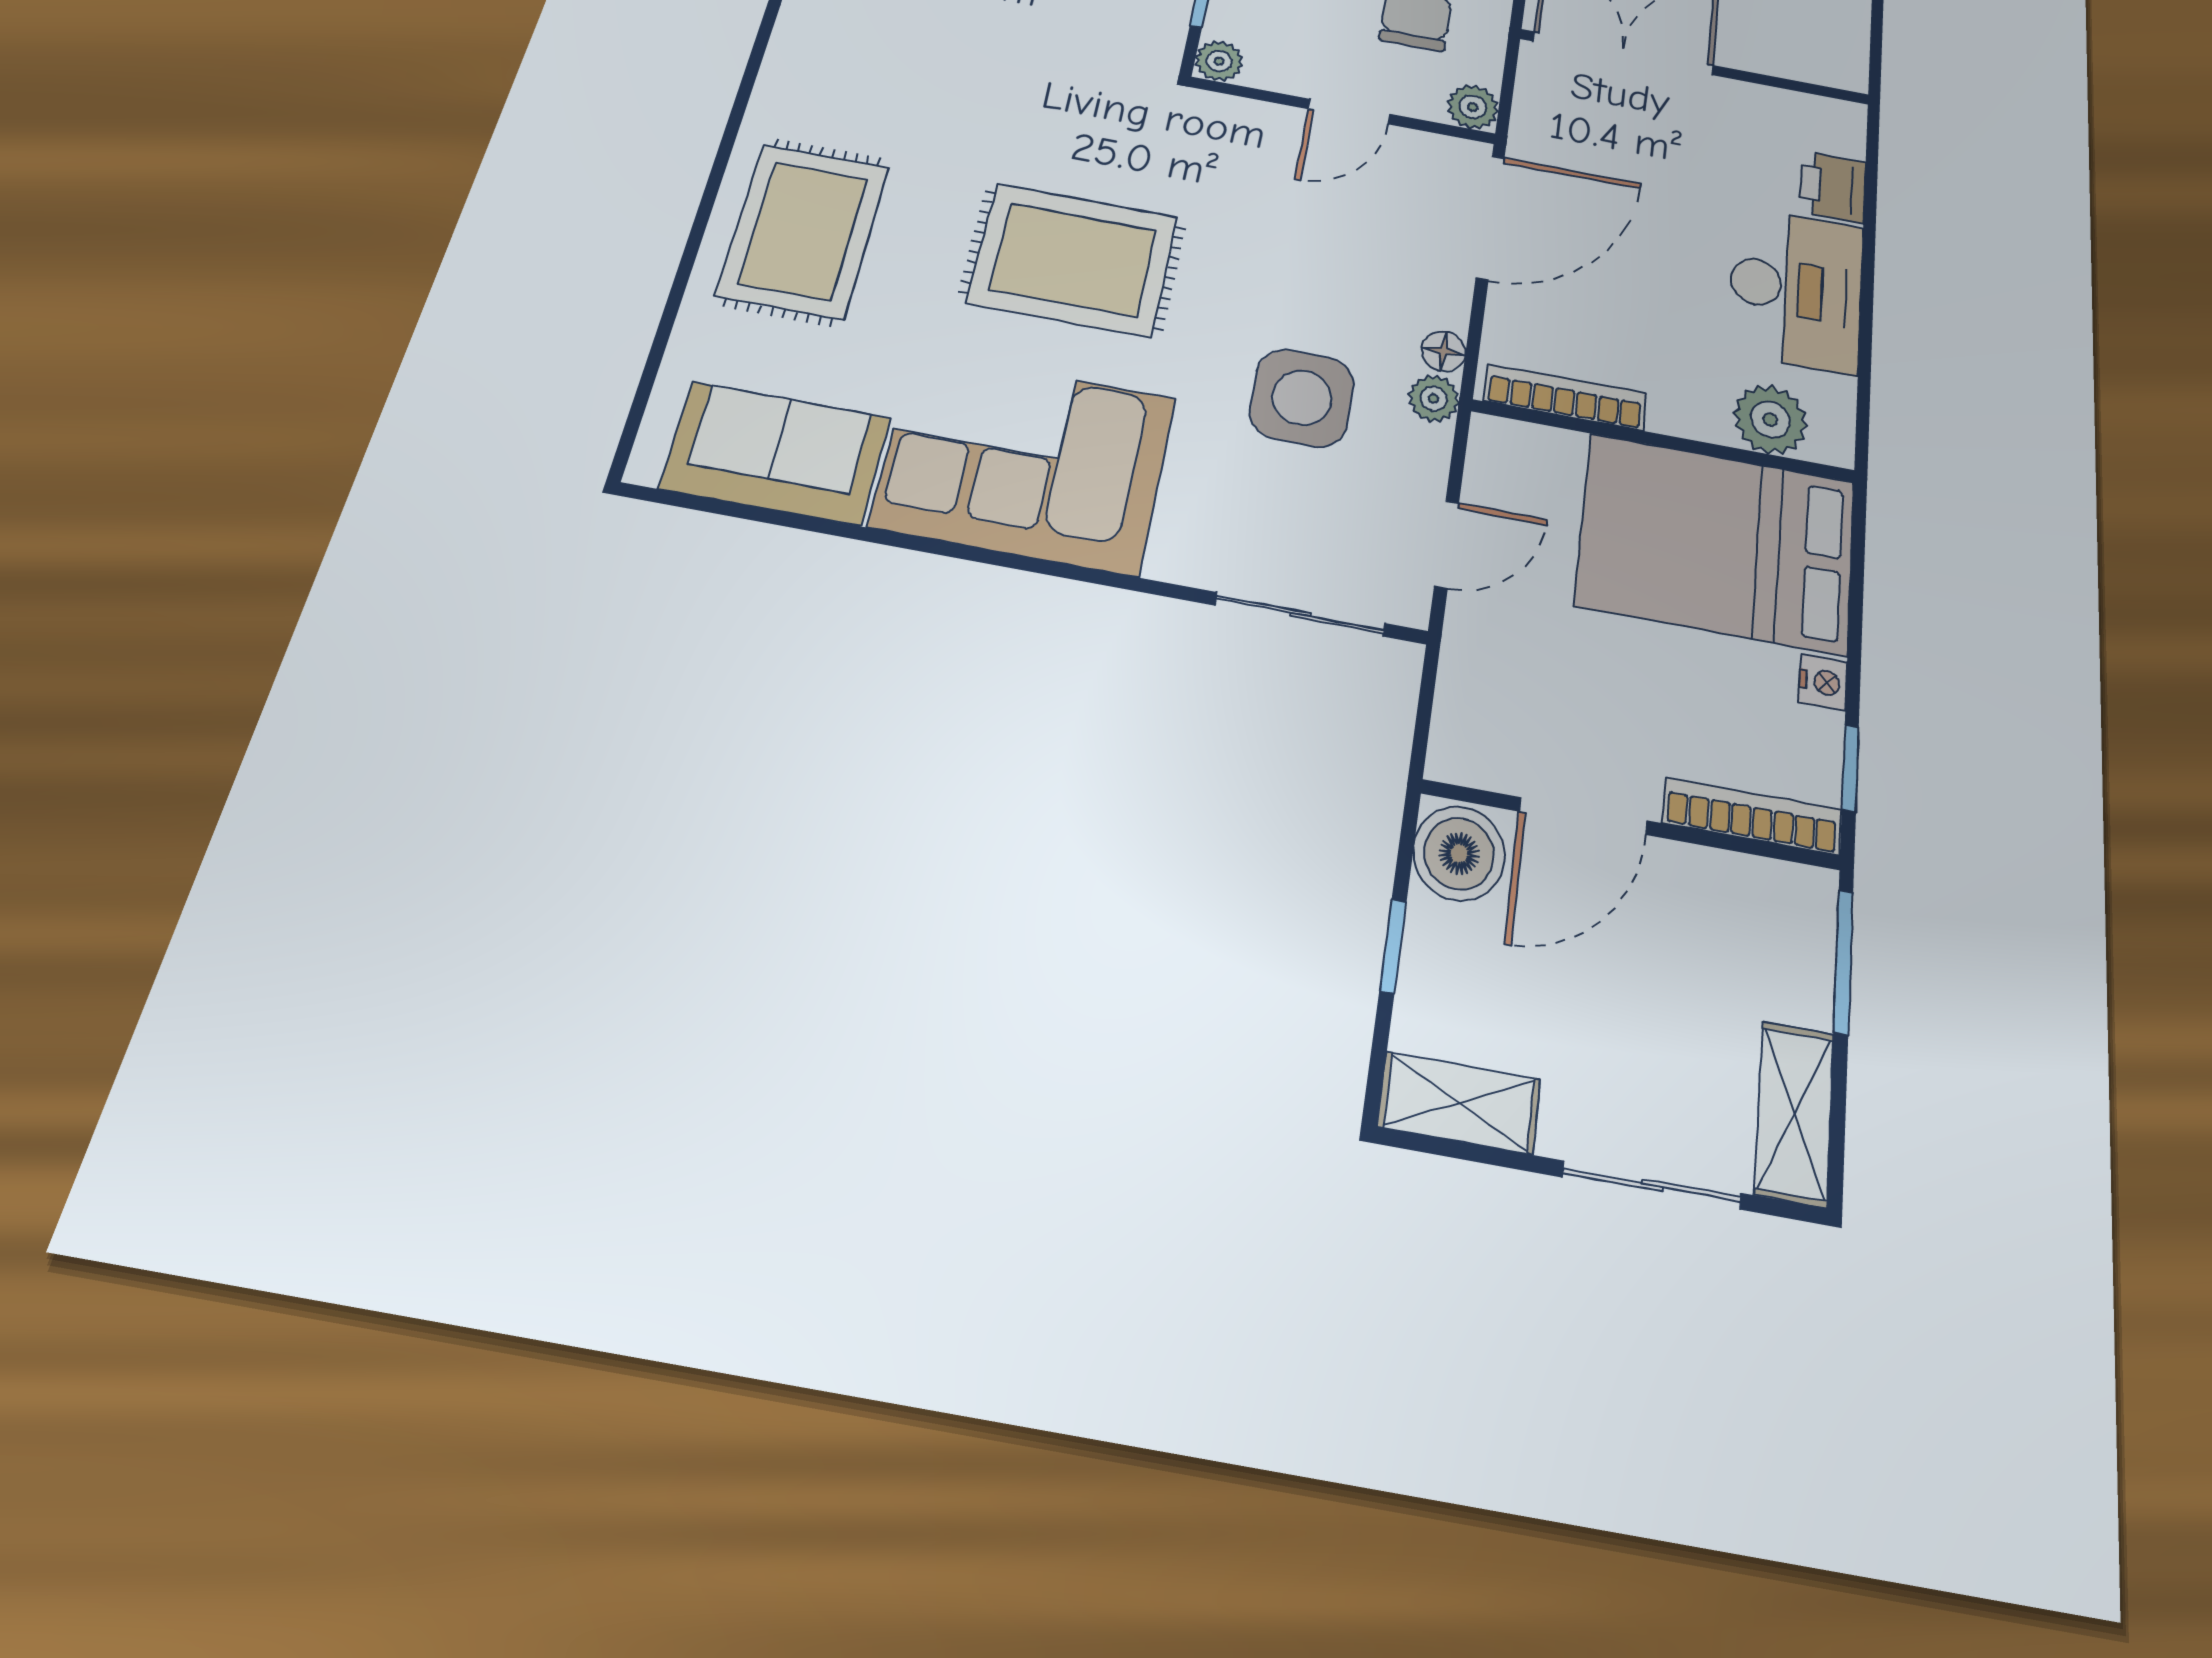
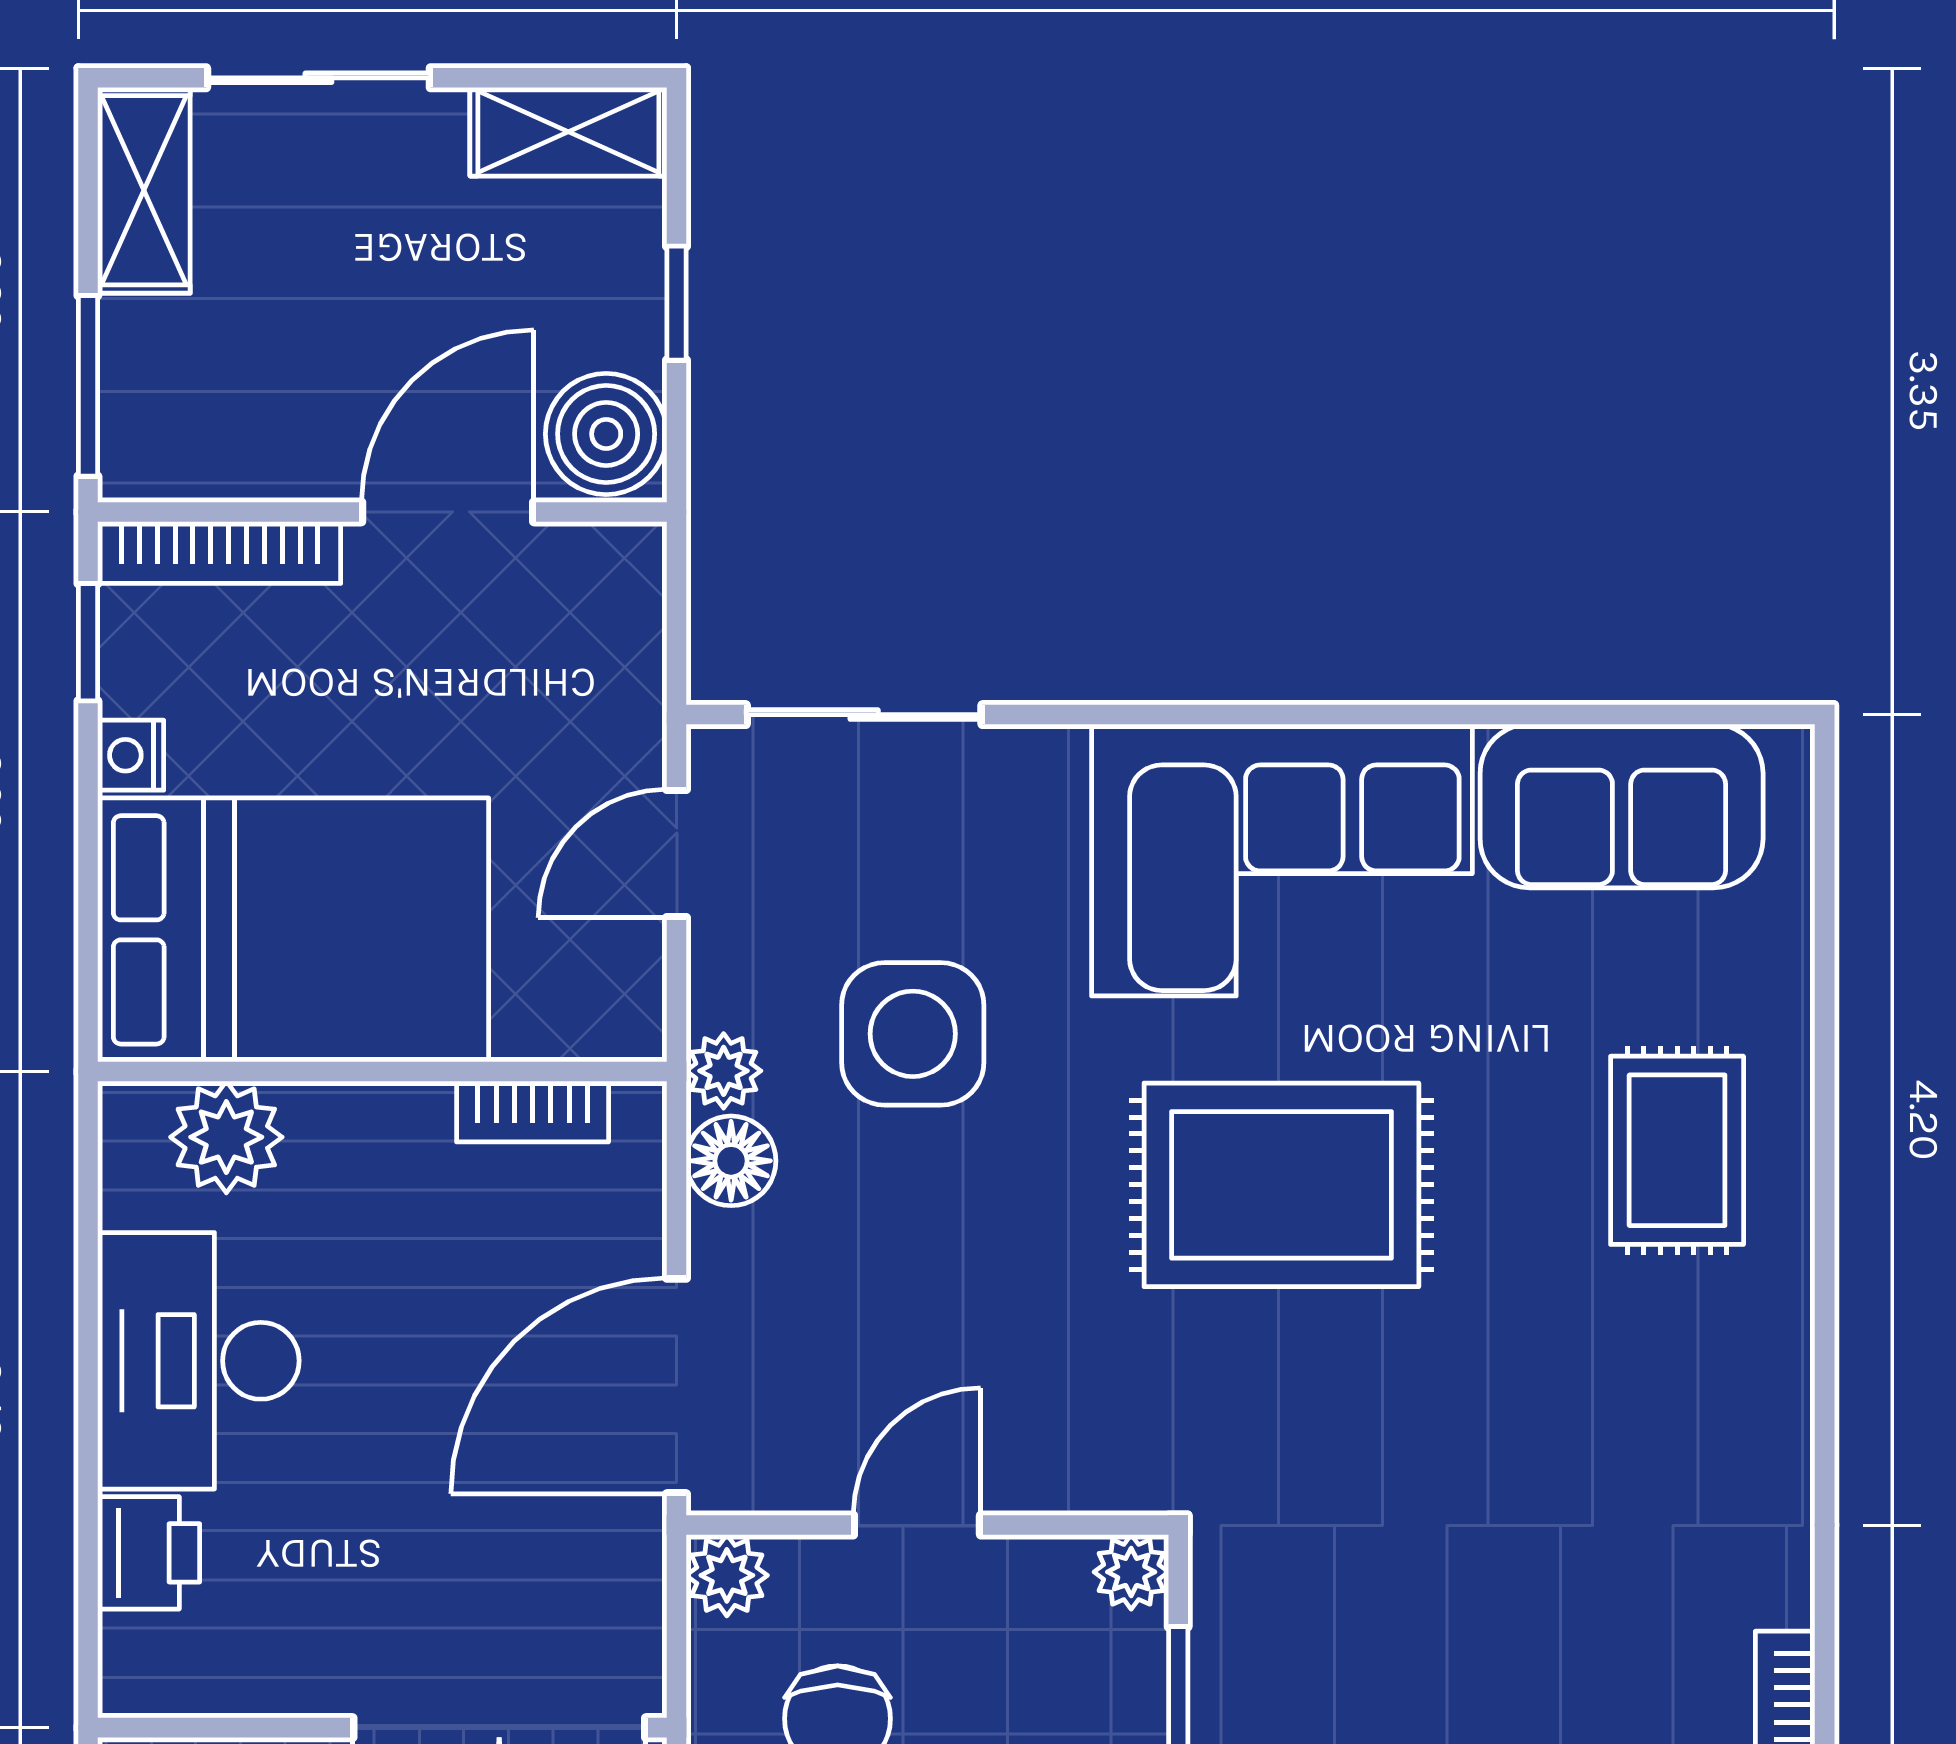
rug: (803, 231) -> (1677, 1150), width x0.73, depth x0.70
floor lamp: (1443, 351) -> (731, 1161), width x1.37, depth x1.37
bookcase: (1565, 397) -> (533, 1112), width x0.64

